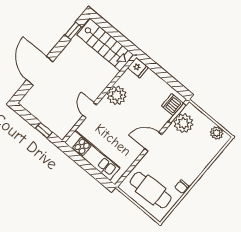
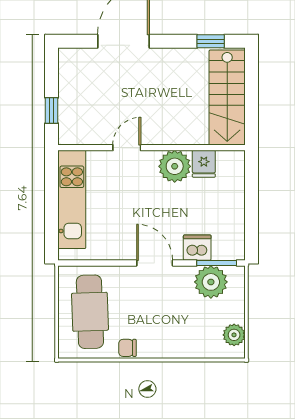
fridge: (138, 68) -> (204, 164), moved
dishwasher: (172, 104) -> (197, 248), moved

